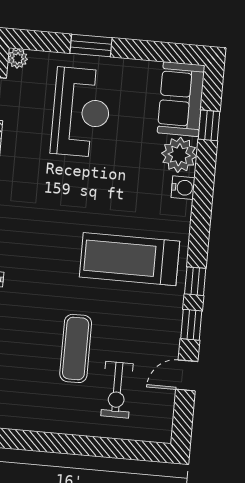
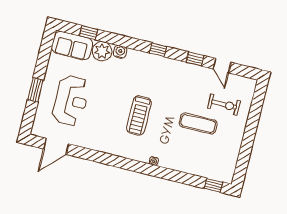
plant: (18, 58) -> (36, 131), removed
reception desk: (81, 112) -> (71, 101), turned 90
treadmill: (130, 259) -> (139, 115), moved, width x0.73, depth x0.73
window: (195, 281) -> (158, 50), moved

